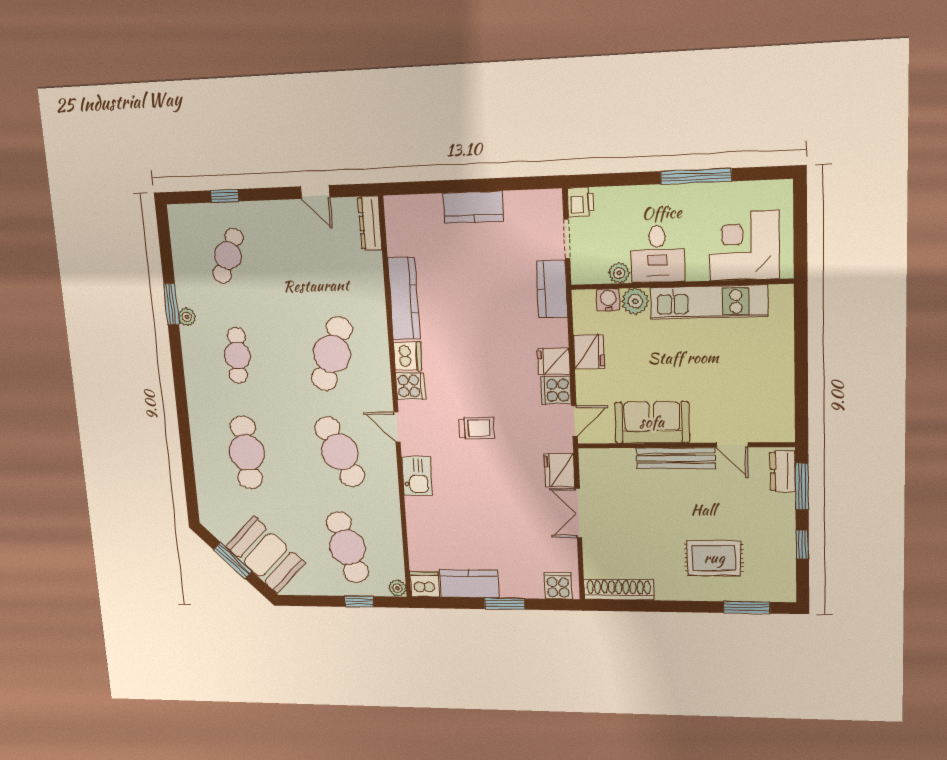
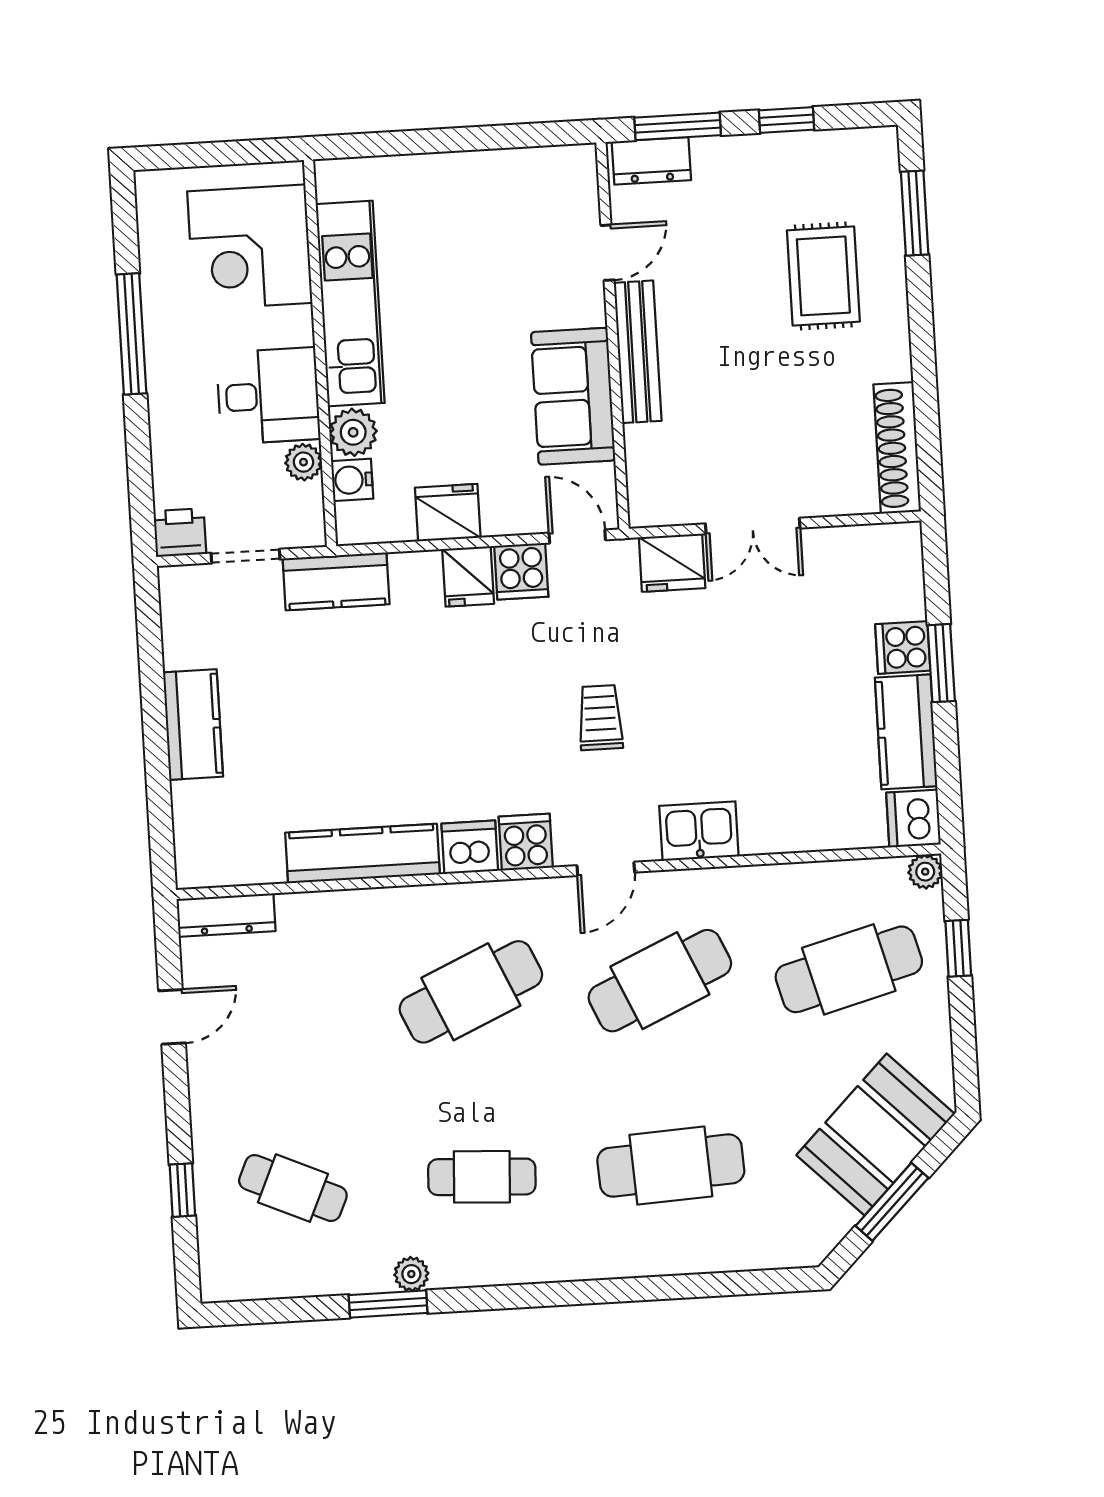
cafe table: (332, 354) -> (471, 992), turned -45
cooker: (558, 586) -> (903, 647), moved

